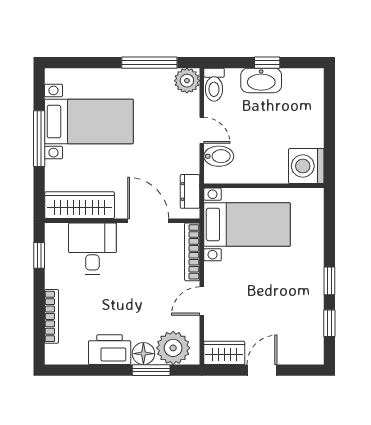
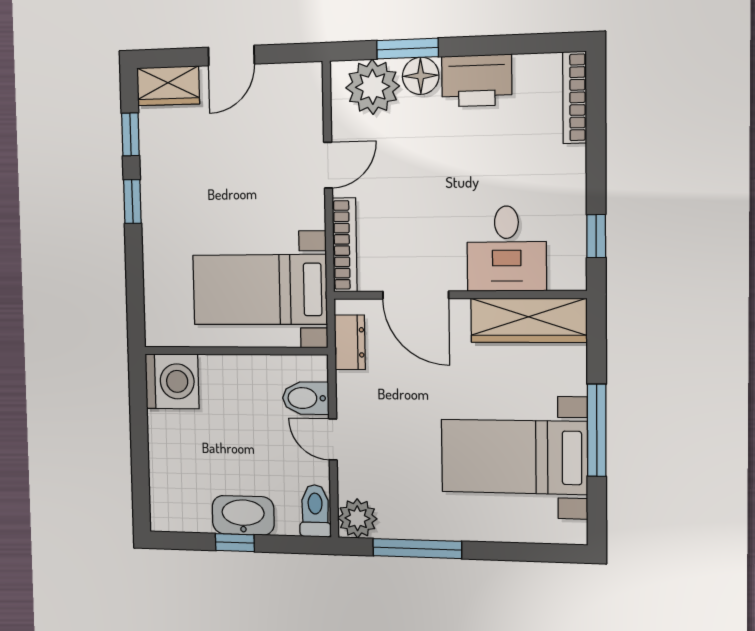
bookcase: (52, 316) -> (575, 97), moved
wardrobe: (224, 353) -> (168, 86), moved

